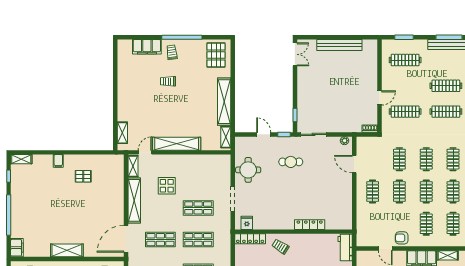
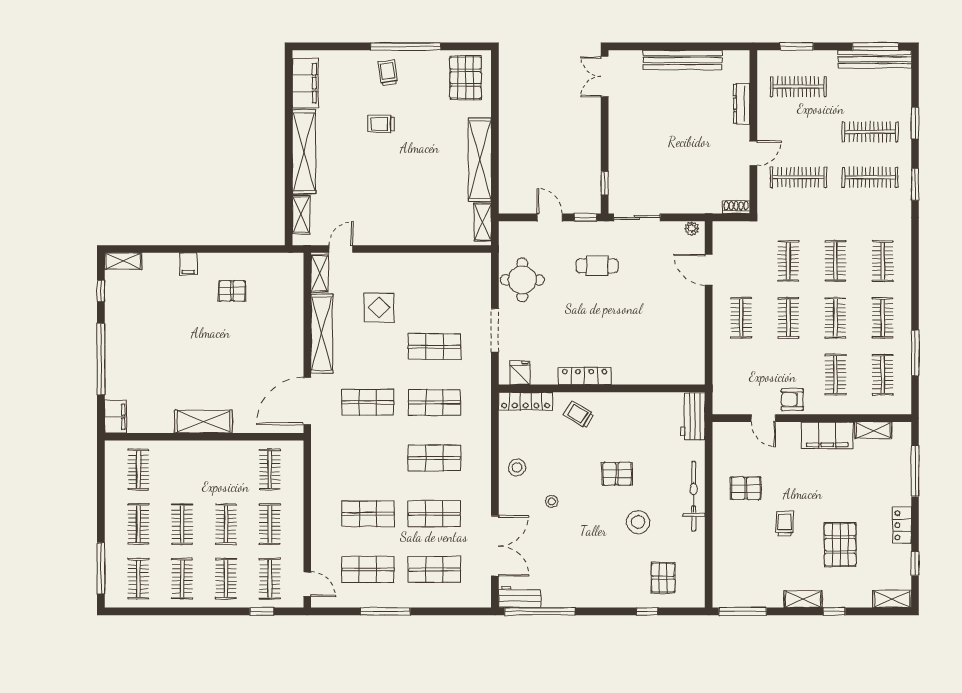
filing cabinet: (147, 47) -> (305, 83), moved, turned -90
double door: (295, 54) -> (605, 77), swing flipped
dresser: (373, 70) -> (742, 104), added
shelving: (177, 144) -> (304, 152), moved, turned 90
locker: (310, 225) -> (585, 376), moved

